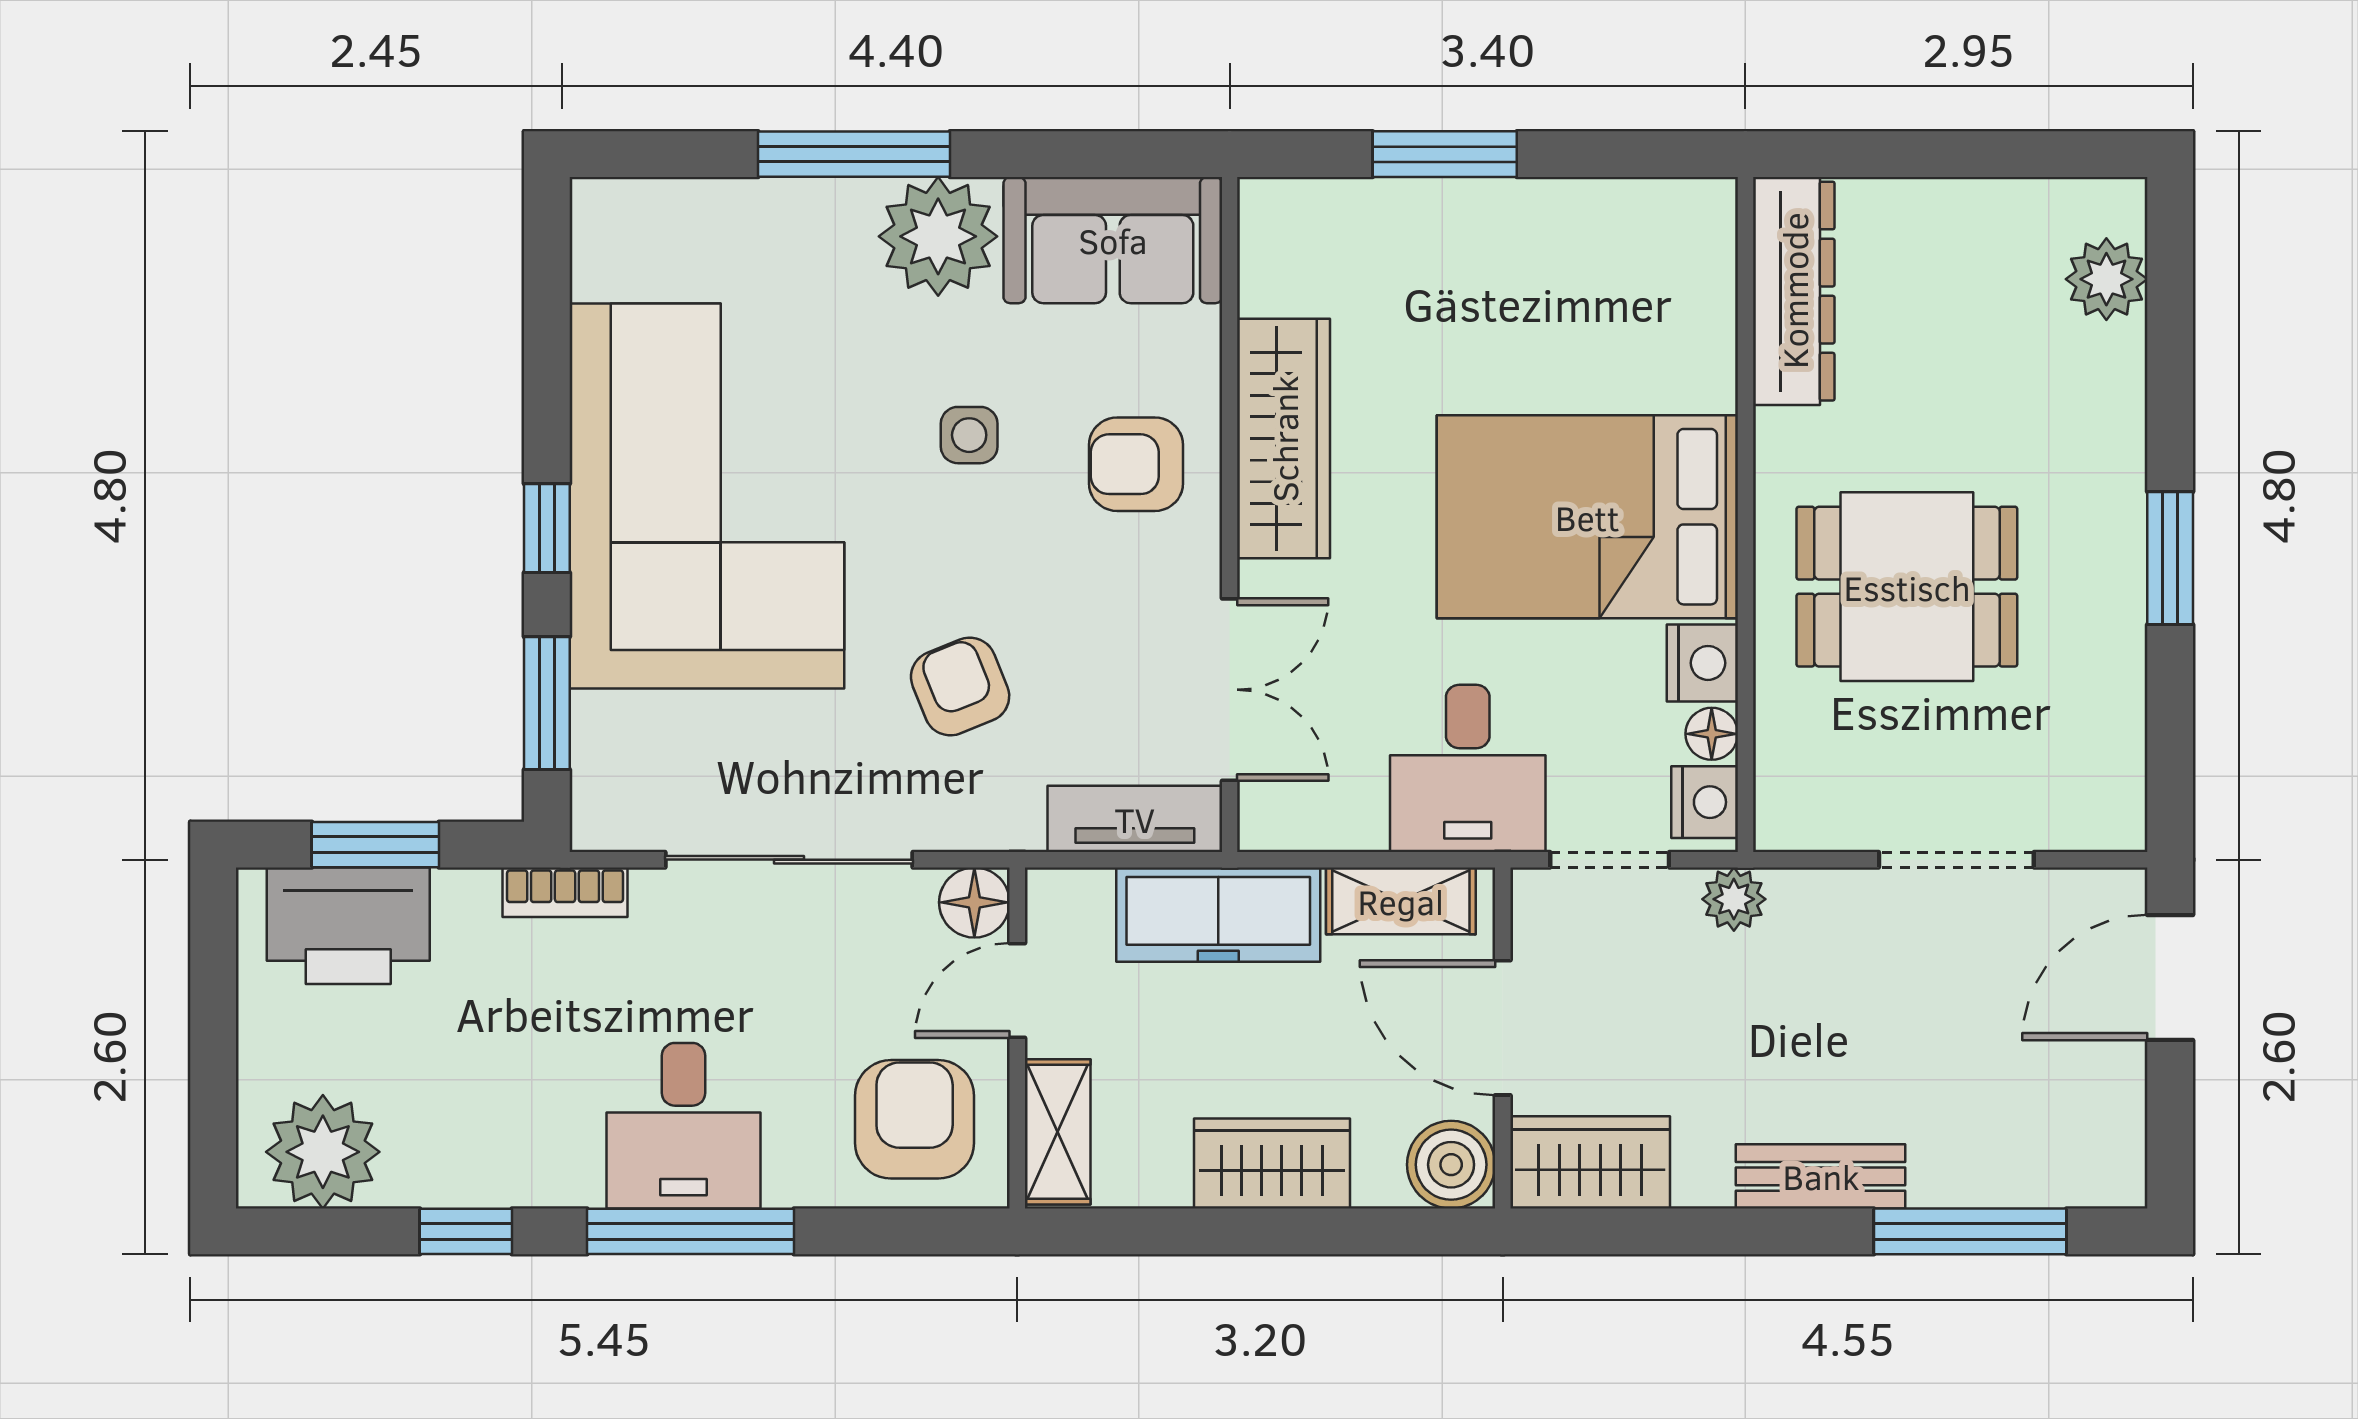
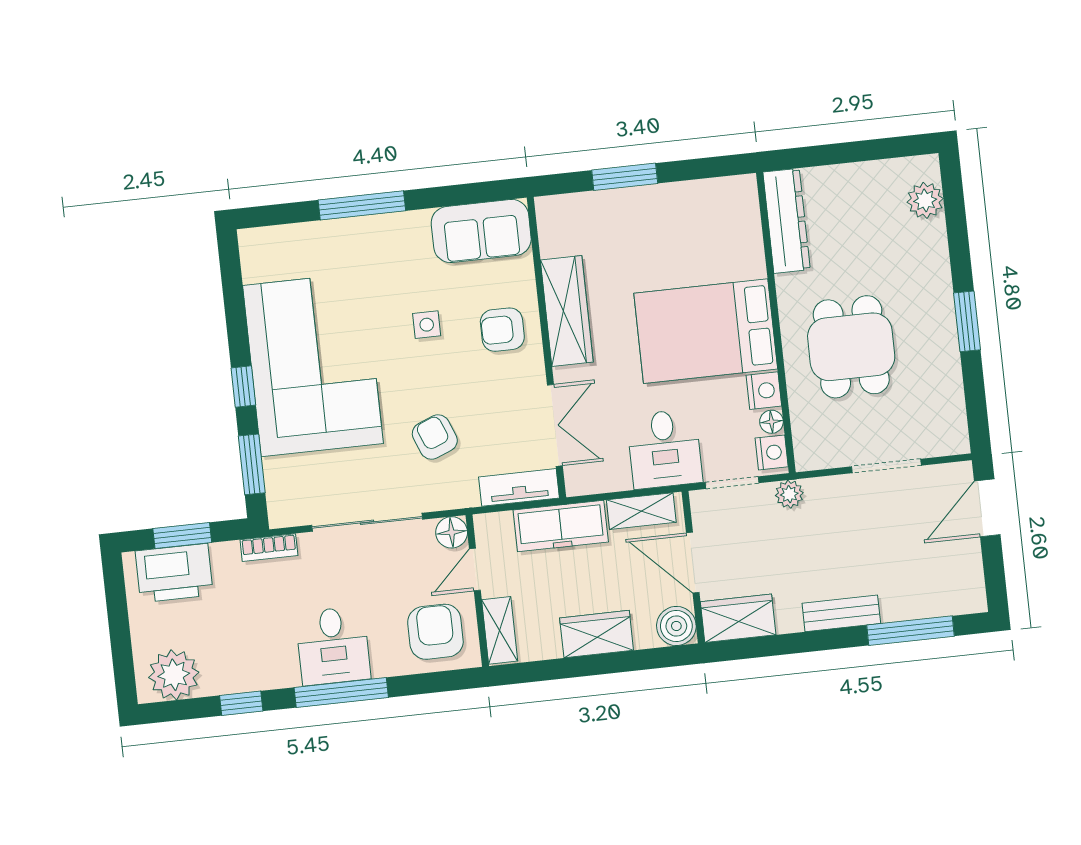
plant: (938, 236) -> (403, 238), removed
dining table: (1907, 587) -> (851, 347), turned 90

